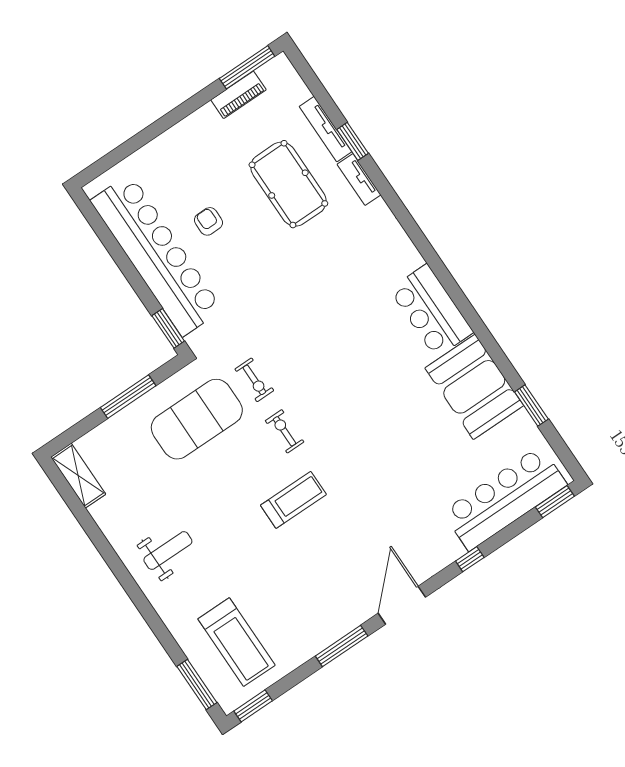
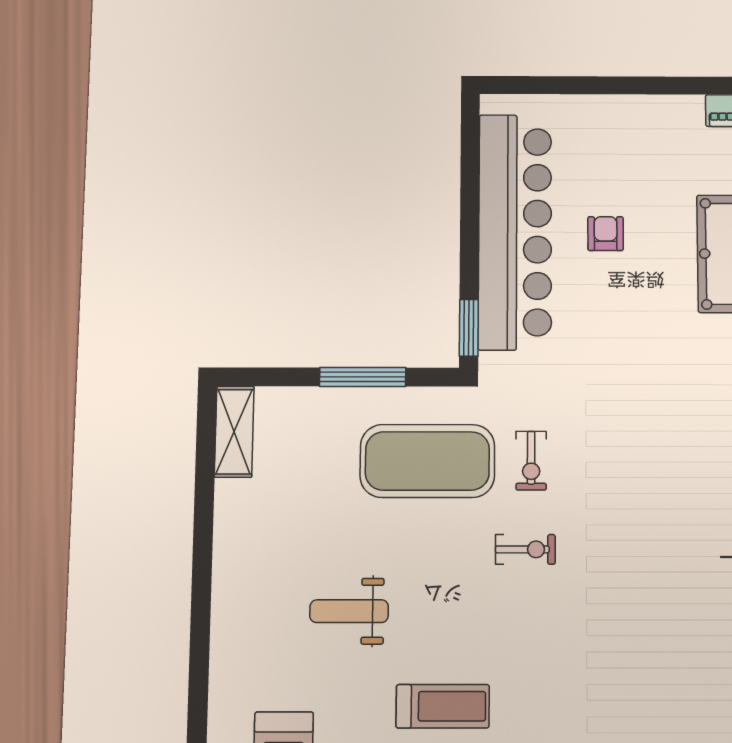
exercise bike: (285, 431) -> (525, 549), turned 90
treadmill: (293, 500) -> (443, 706), moved
weight bench: (168, 551) -> (349, 611), moved, turned 180

